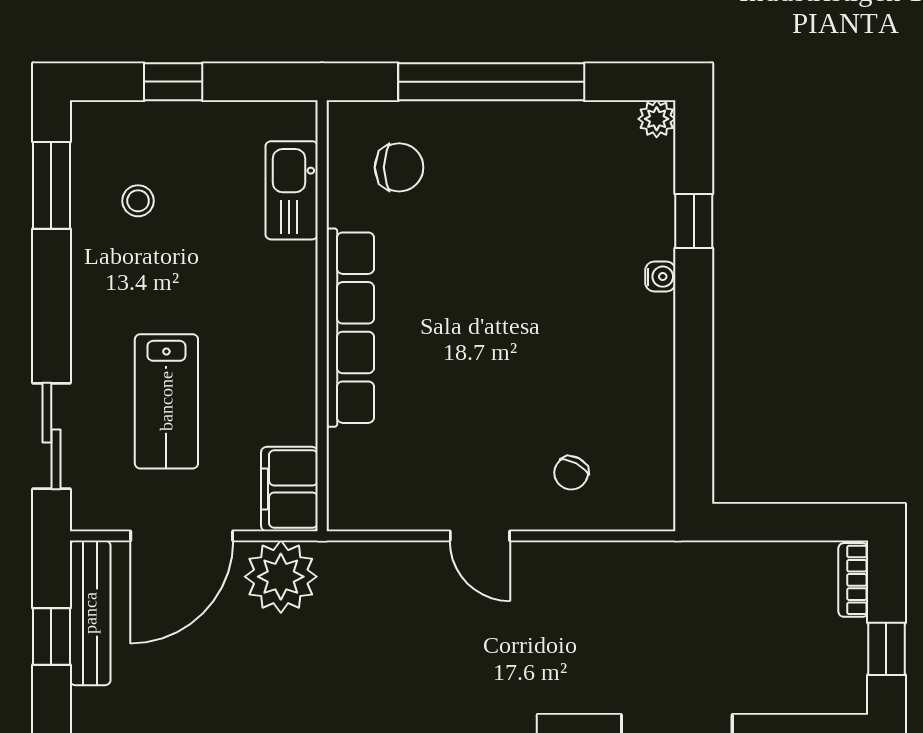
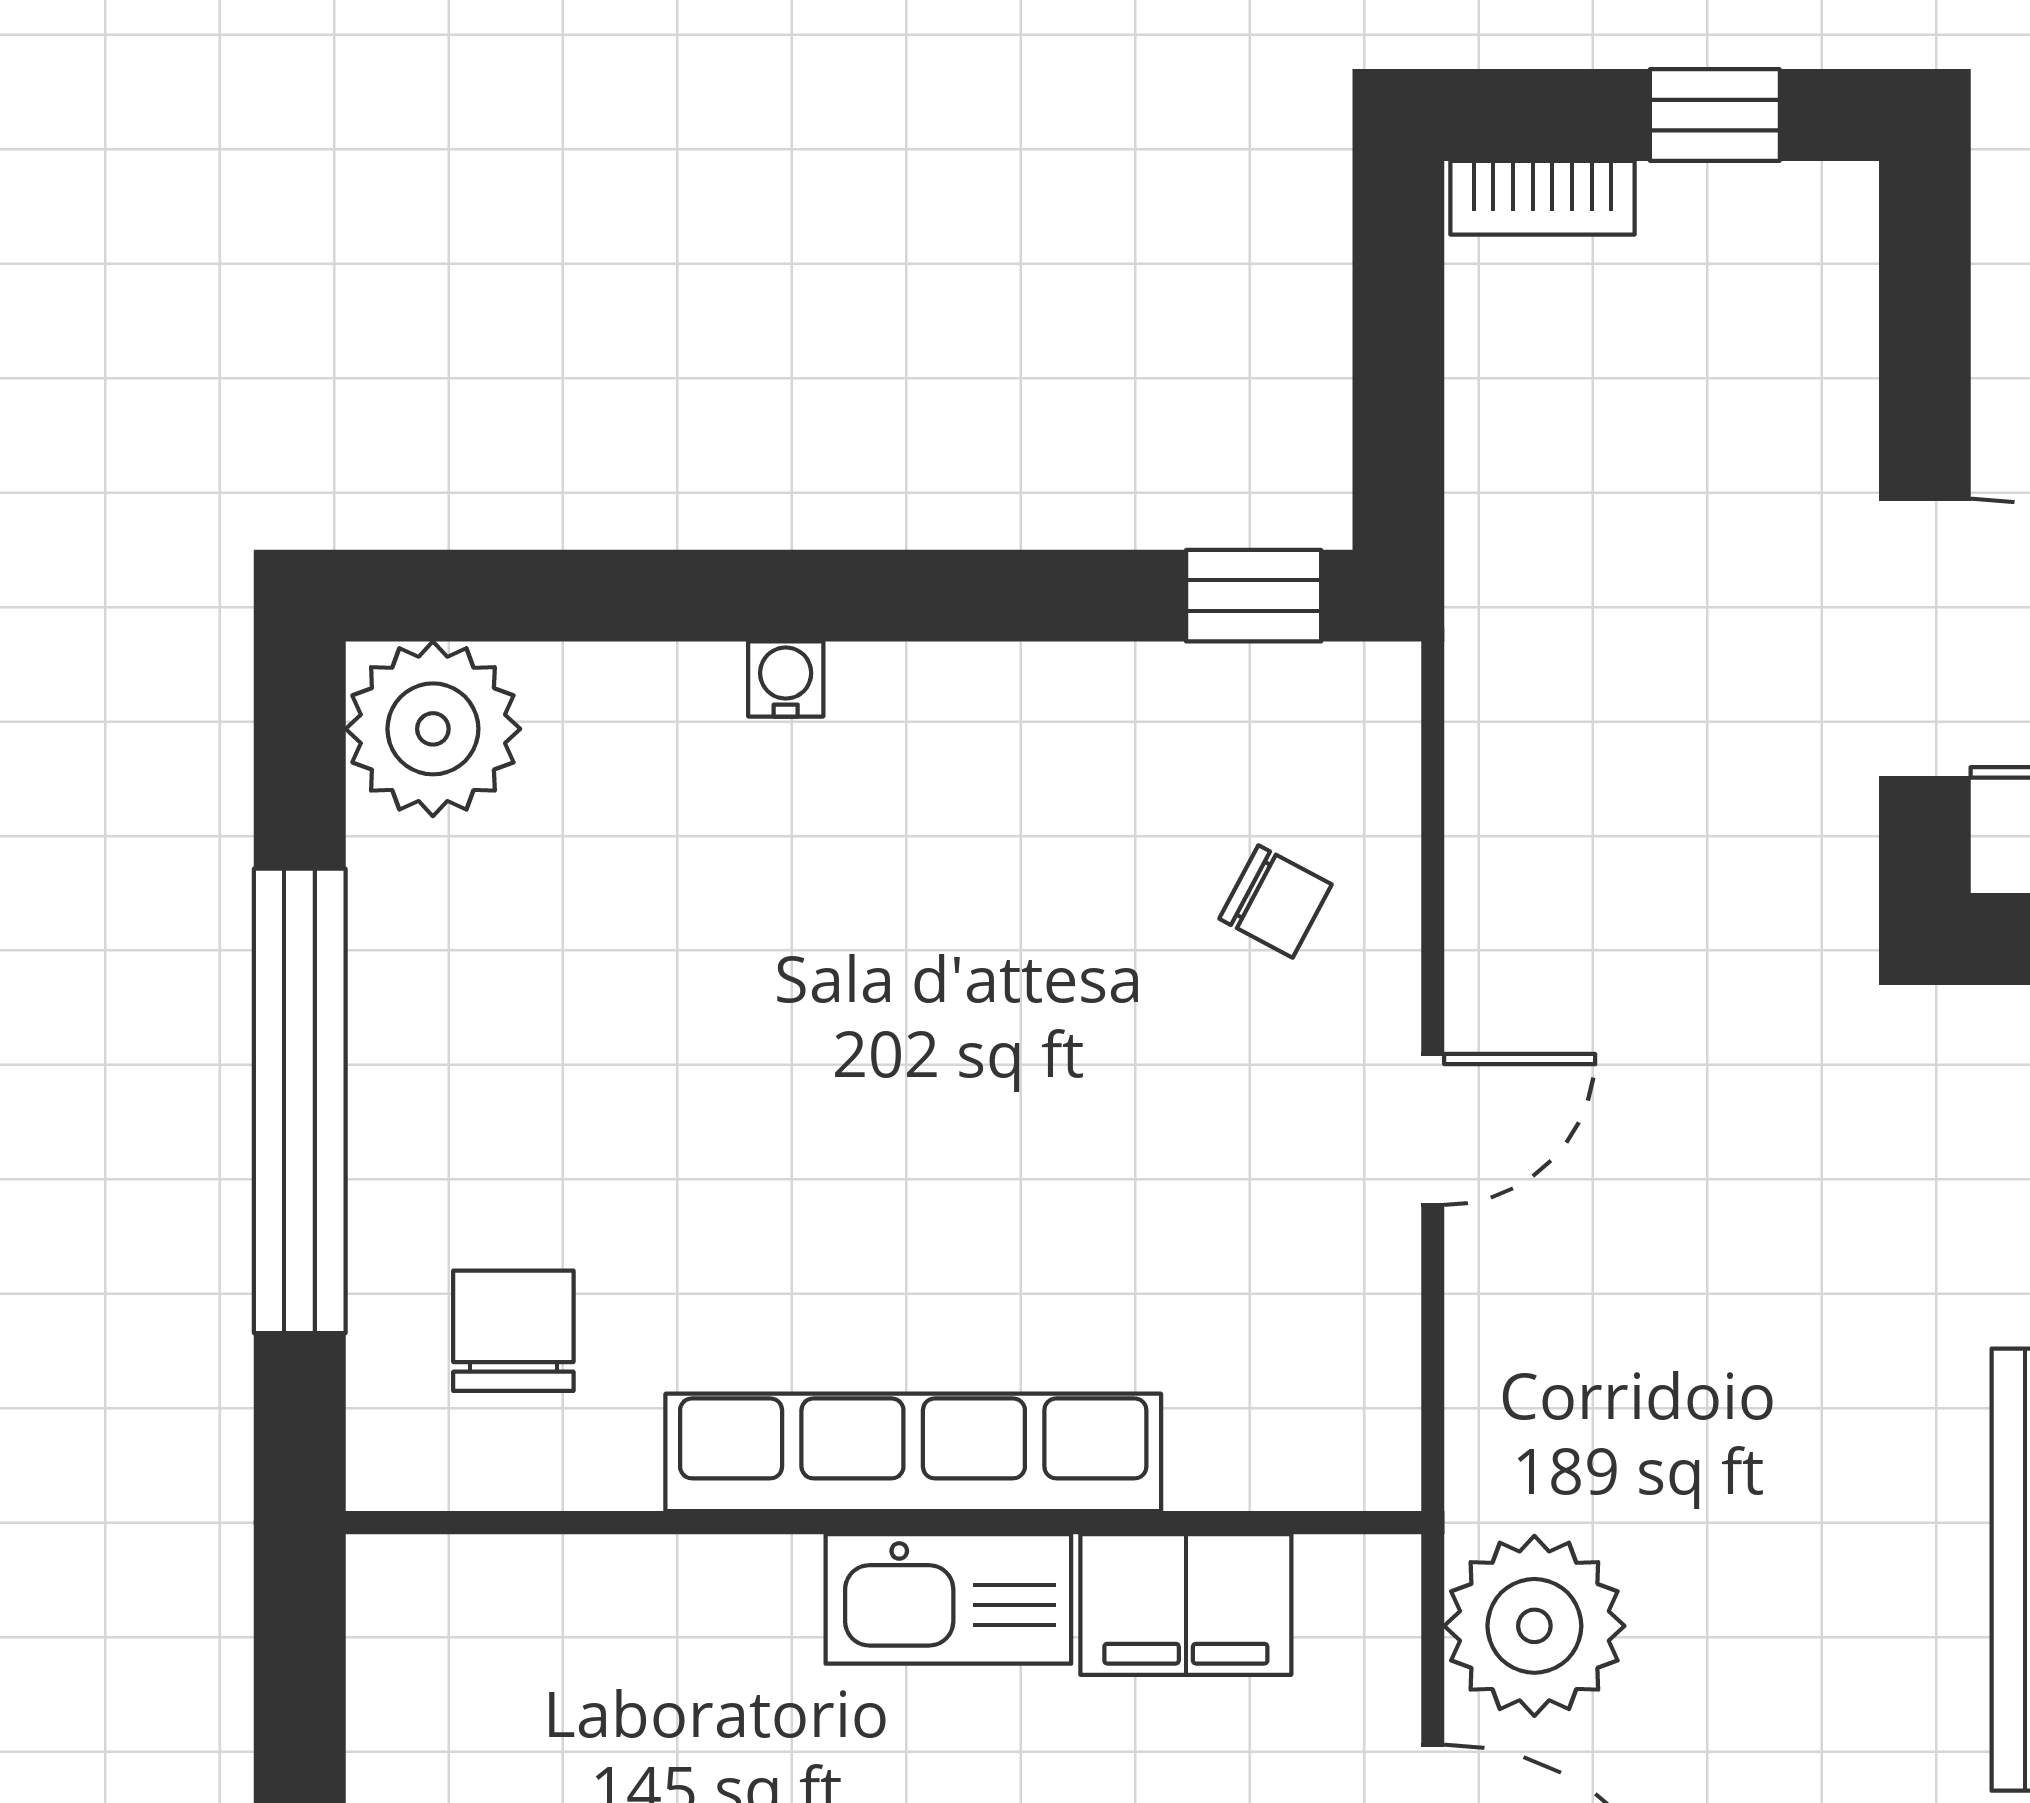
plant: (657, 119) -> (433, 729), width x1.87, depth x1.87
kitchen sink: (292, 190) -> (948, 1599), moved
window: (694, 221) -> (1254, 596), moved
filing cabinet: (289, 489) -> (1186, 1604), moved

